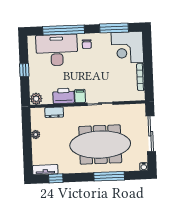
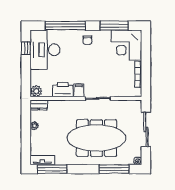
desk: (57, 50) -> (45, 50), moved, turned -90
window: (24, 70) -> (26, 48), moved
dresser: (54, 112) -> (39, 105), moved
window: (109, 176) -> (114, 169), moved
window: (56, 178) -> (52, 169), width x2.17

